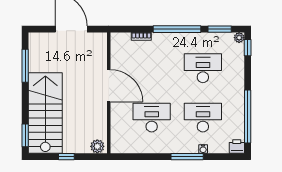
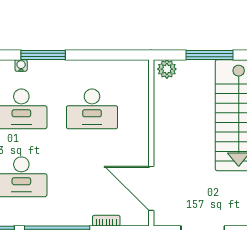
door: (109, 86) -> (151, 188), moved
window: (66, 157) -> (210, 55), width x2.17

